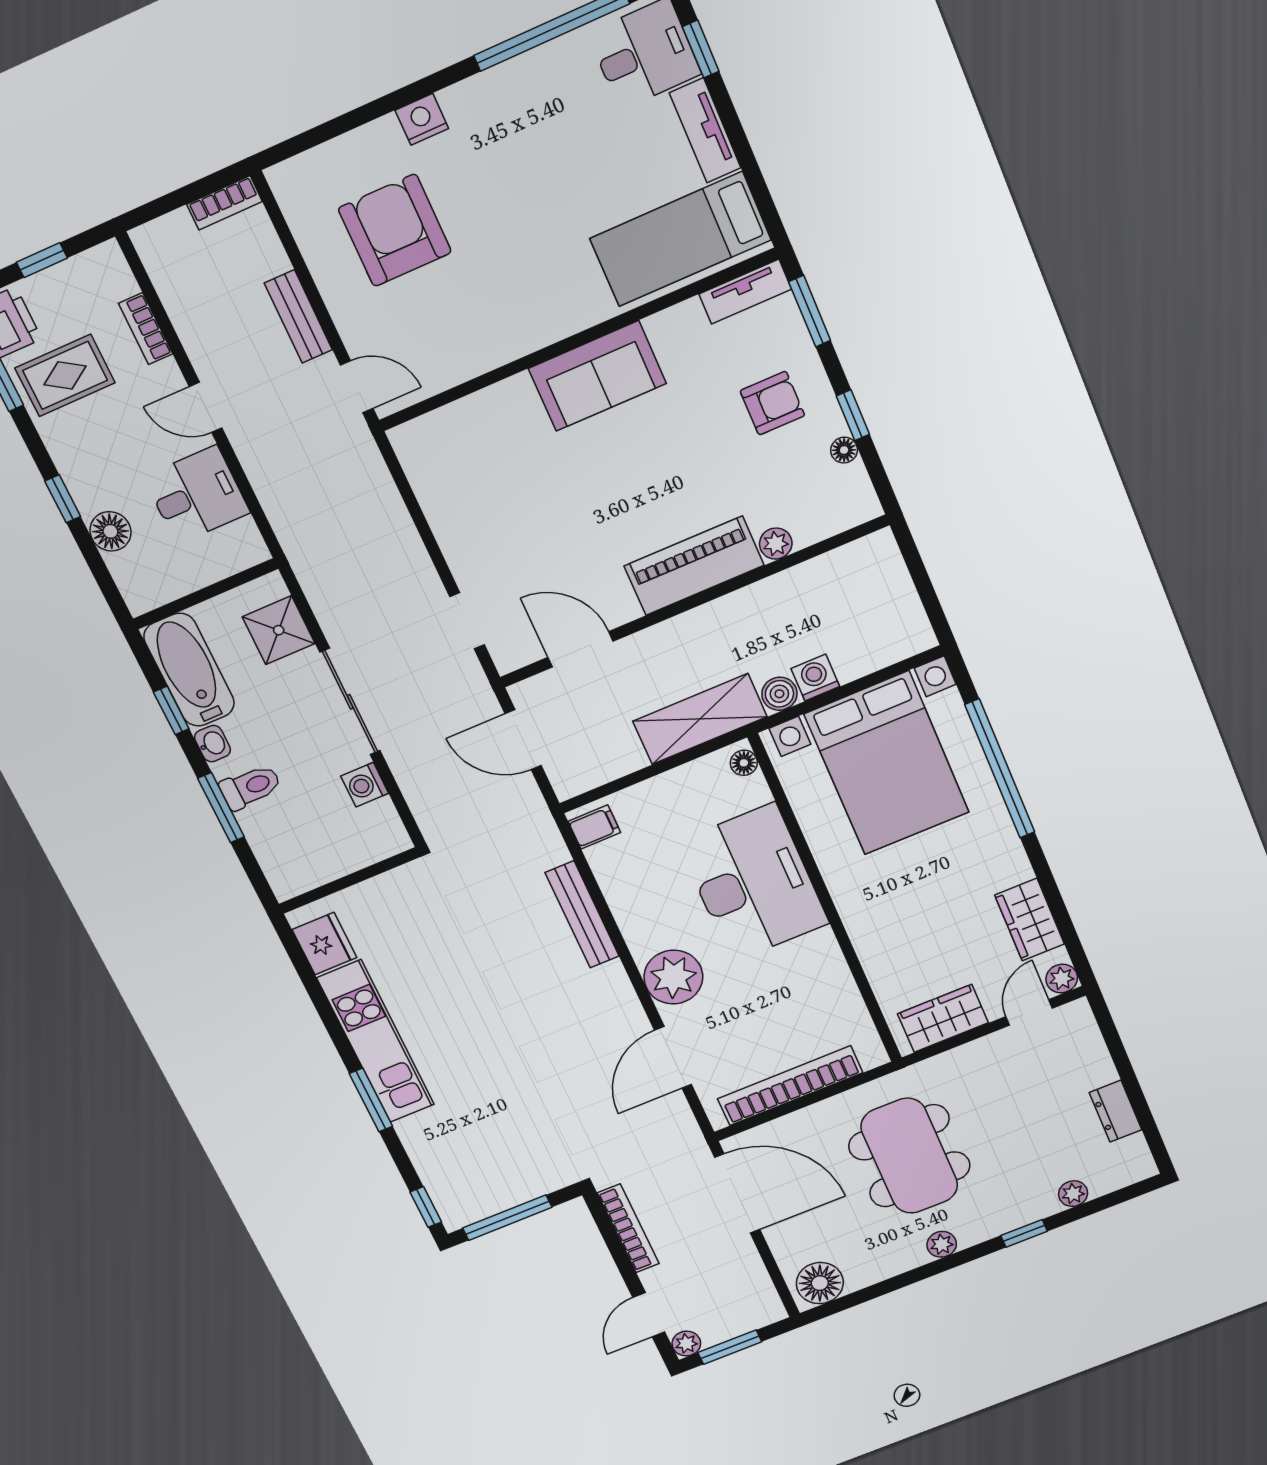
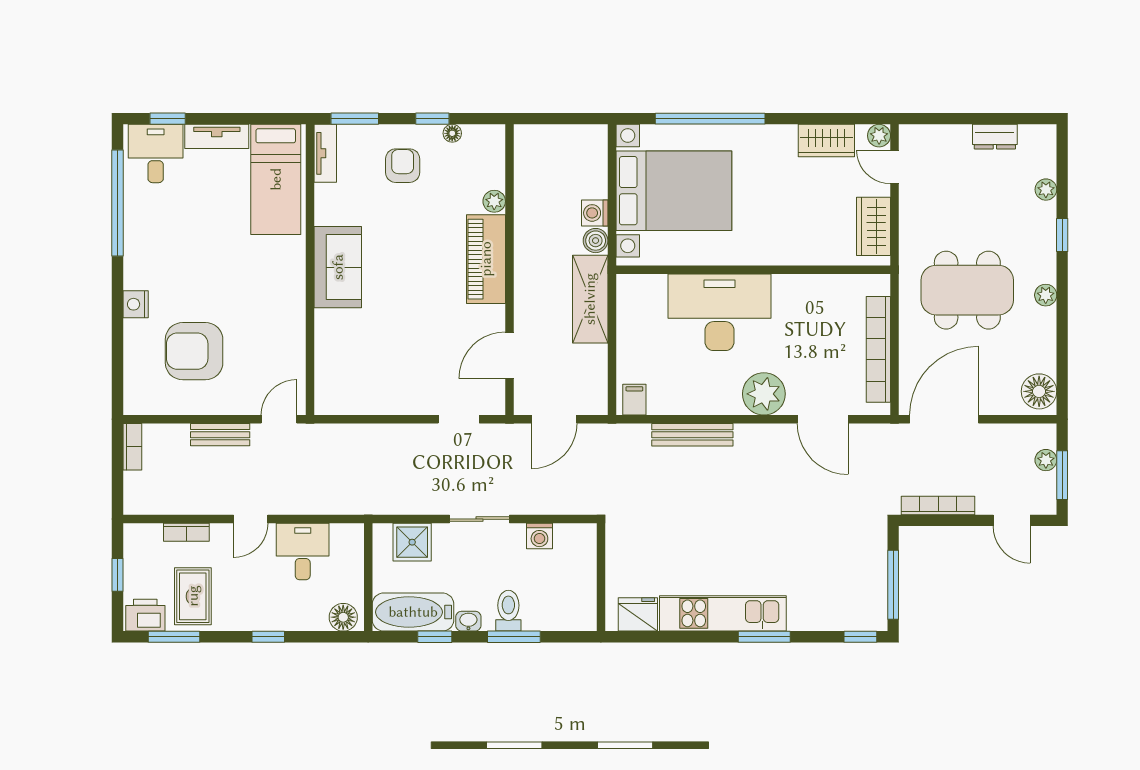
floor lamp: (110, 531) -> (343, 617), moved
sliding door: (350, 702) -> (480, 519), width x0.73
floor lamp: (744, 763) -> (633, 283), removed
plant: (686, 1344) -> (1046, 460), moved

